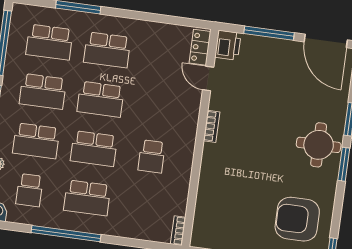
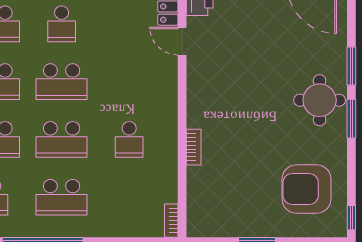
school desk: (107, 50) -> (62, 24), width x0.54
bookcase: (212, 126) -> (194, 147), moved

